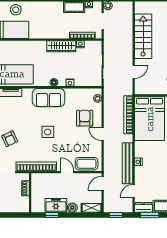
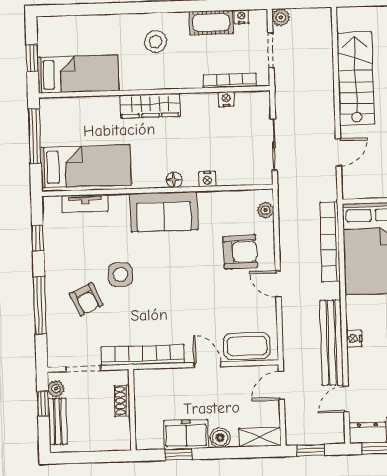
stool: (16, 10) -> (155, 42), moved
wardrobe: (61, 46) -> (150, 106), moved
armchair: (85, 118) -> (240, 252), turned 88
side table: (48, 132) -> (120, 275), moved

